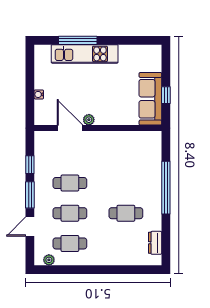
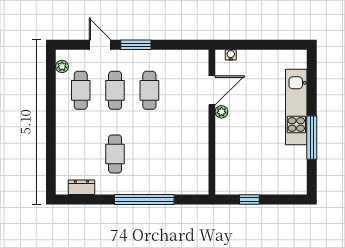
window: (78, 40) -> (312, 138), moved
water cooler: (39, 94) -> (231, 55), moved
sofa: (150, 99) -> (245, 182), removed
window: (30, 165) -> (170, 45), removed

